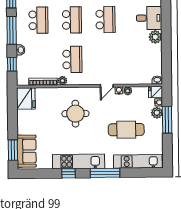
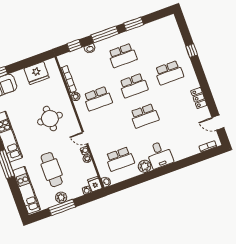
school desk: (139, 59) -> (120, 159), added
fridge: (26, 99) -> (37, 73), moved
plant: (157, 113) -> (61, 197), moved
window: (167, 120) -> (62, 207), moved

